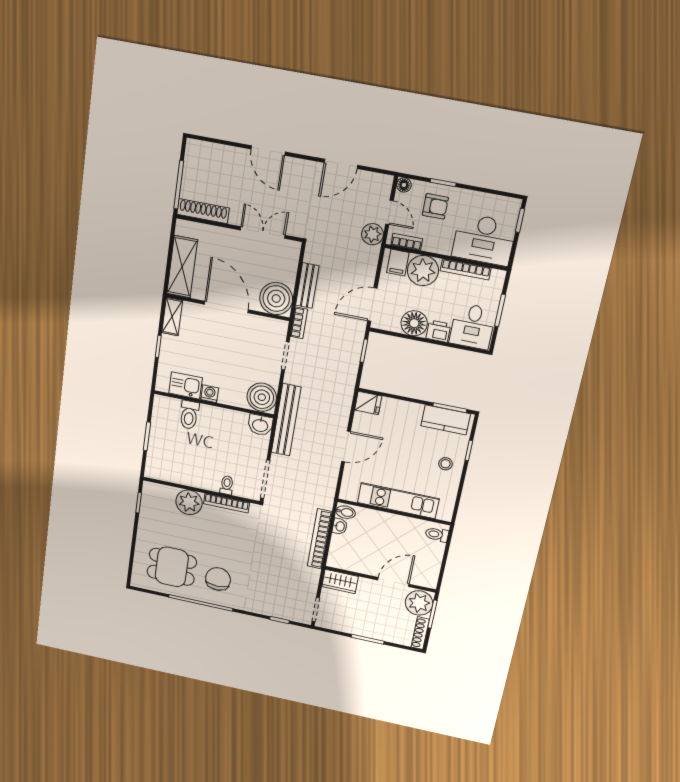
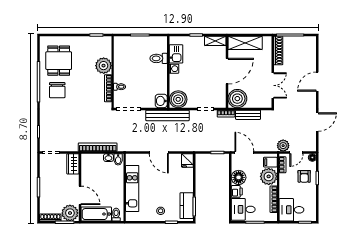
door: (341, 164) -> (317, 122), swing flipped
desk: (484, 240) -> (291, 210), width x0.73
bathtub: (429, 565) -> (96, 214), added
chair: (218, 579) -> (57, 90), turned 90

